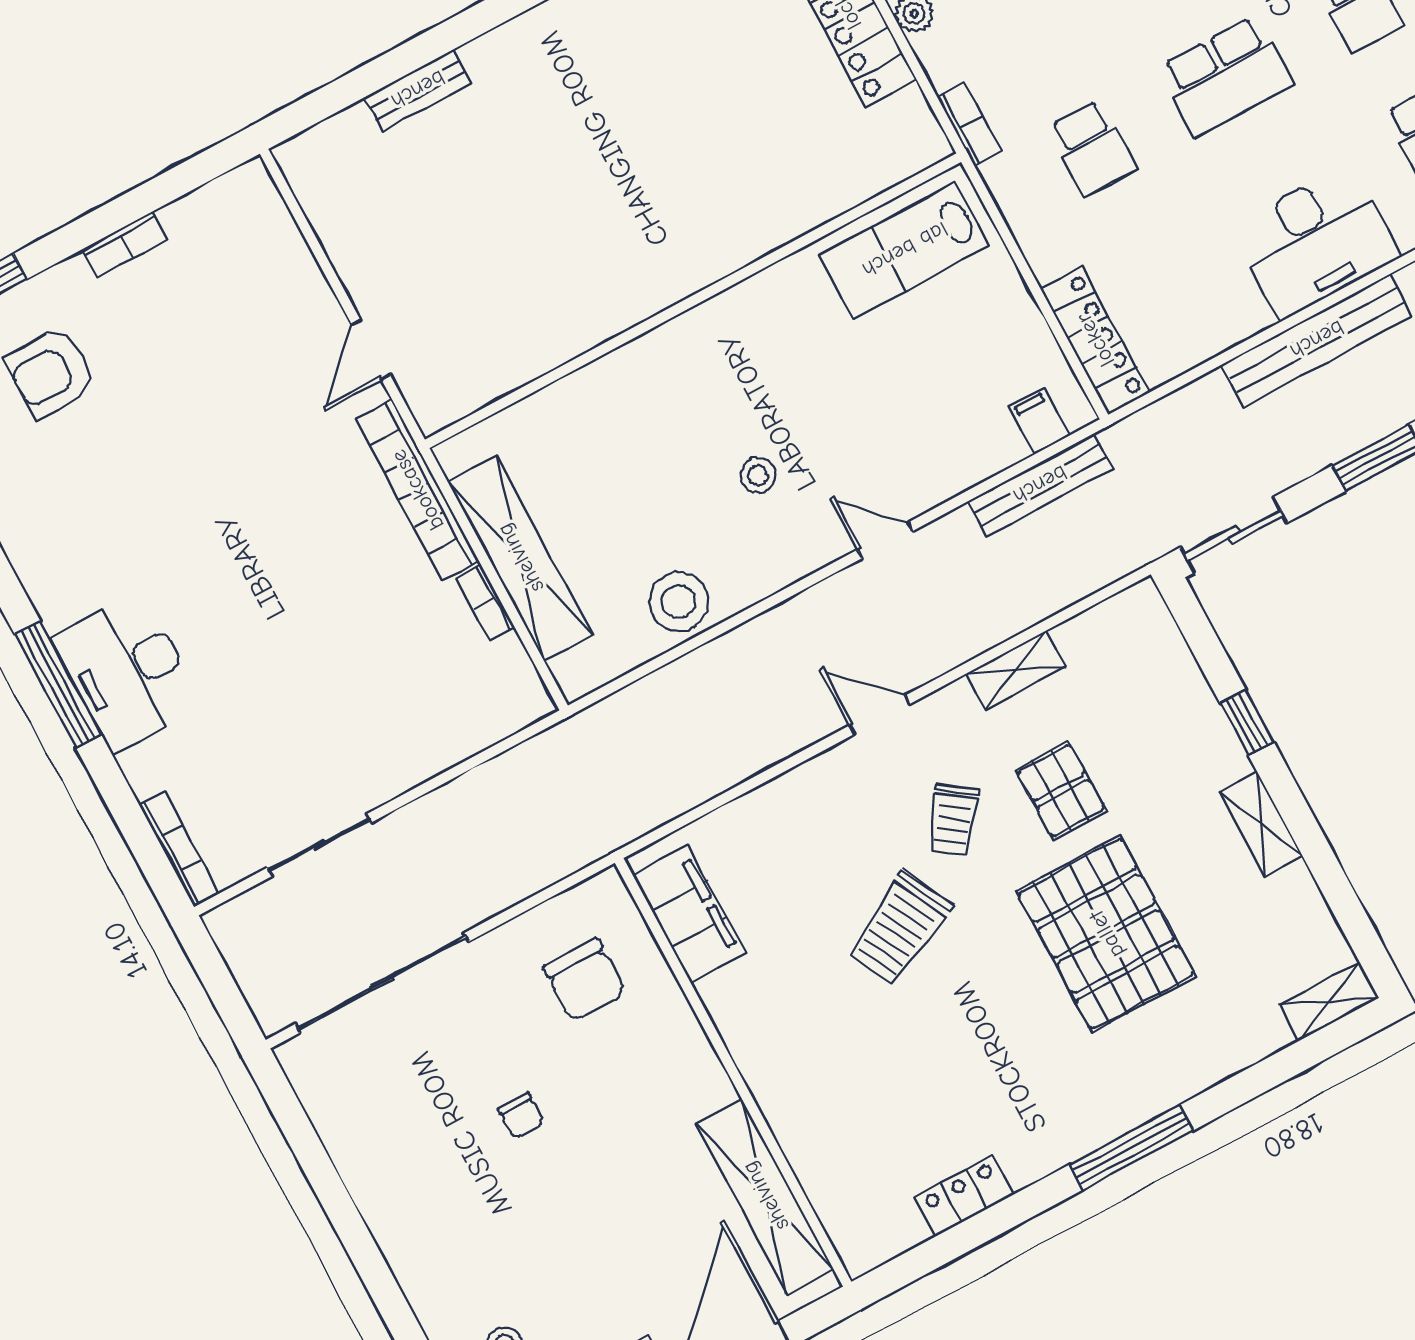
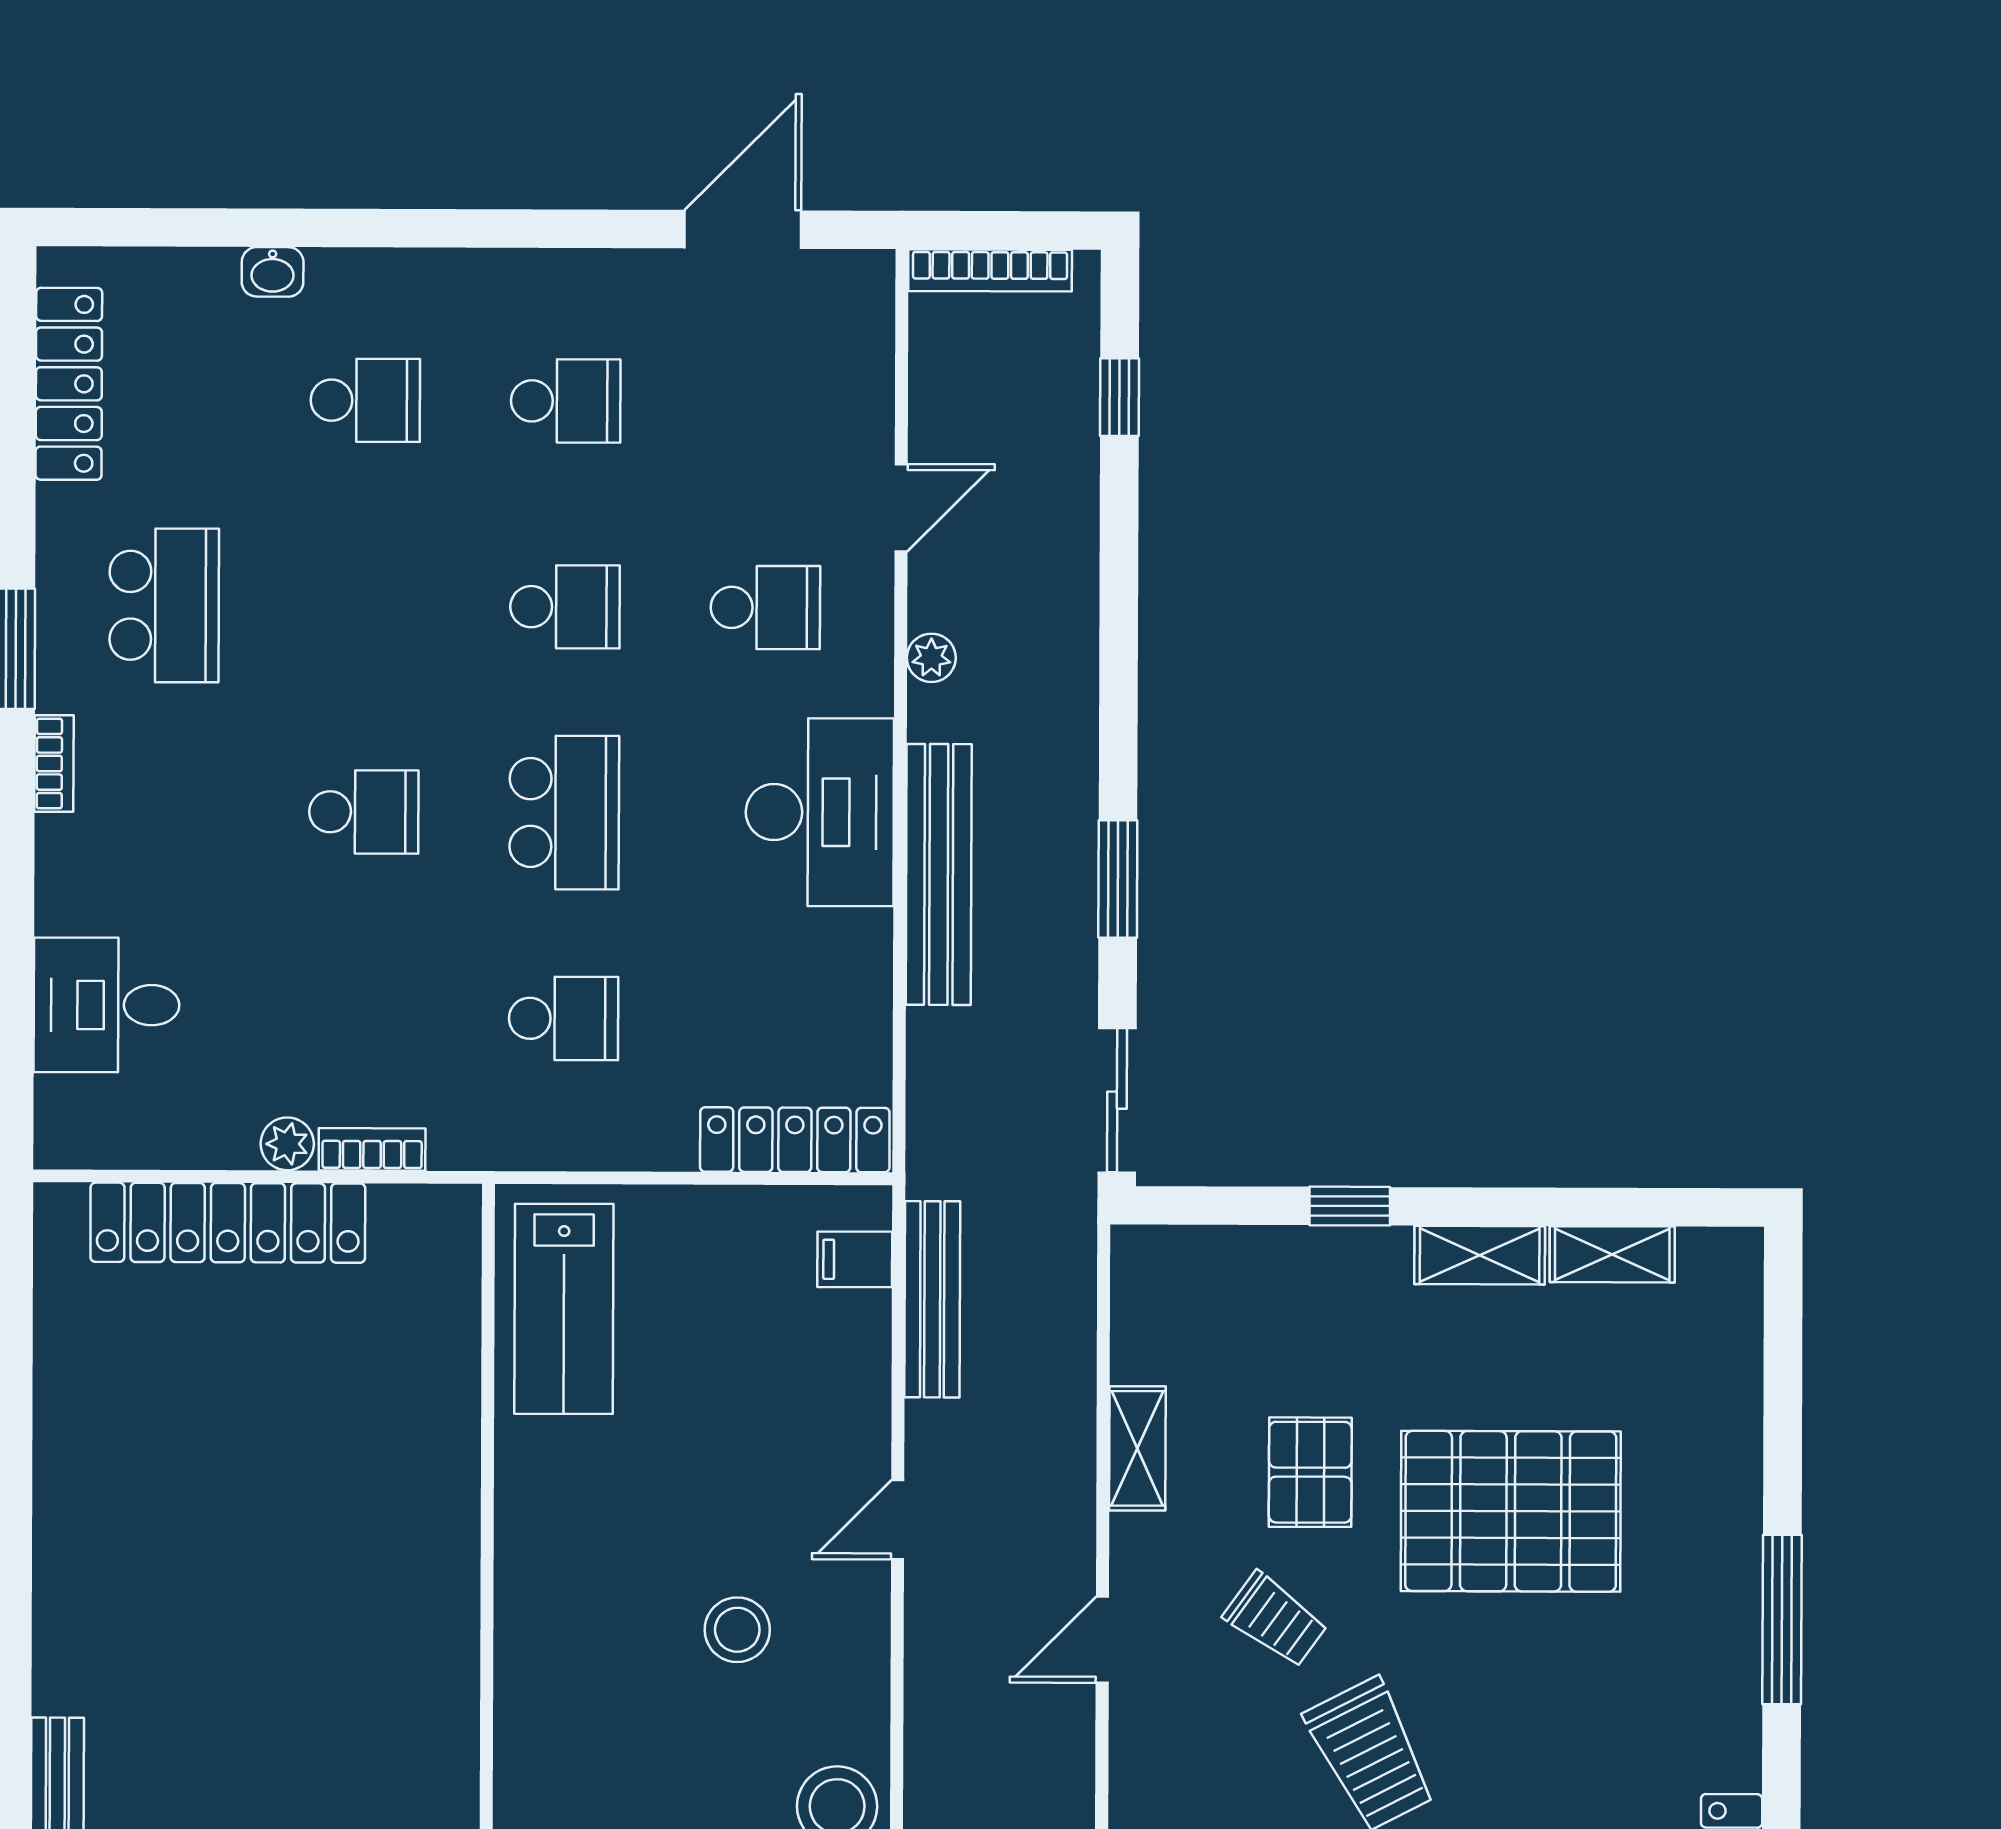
bookcase: (969, 123) -> (372, 1149), moved
stool: (758, 475) -> (737, 1630), width x1.37, depth x1.37
pallet: (1061, 791) -> (1310, 1472), turned 90
shelving: (1329, 1001) -> (1612, 1254), moved, turned 90

